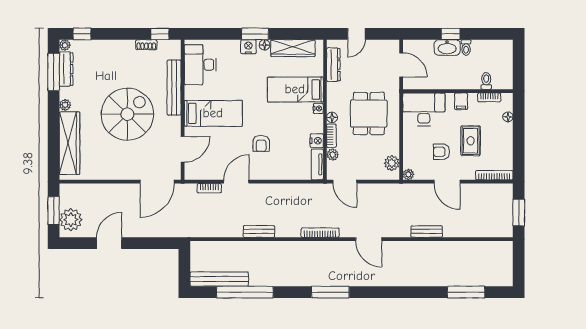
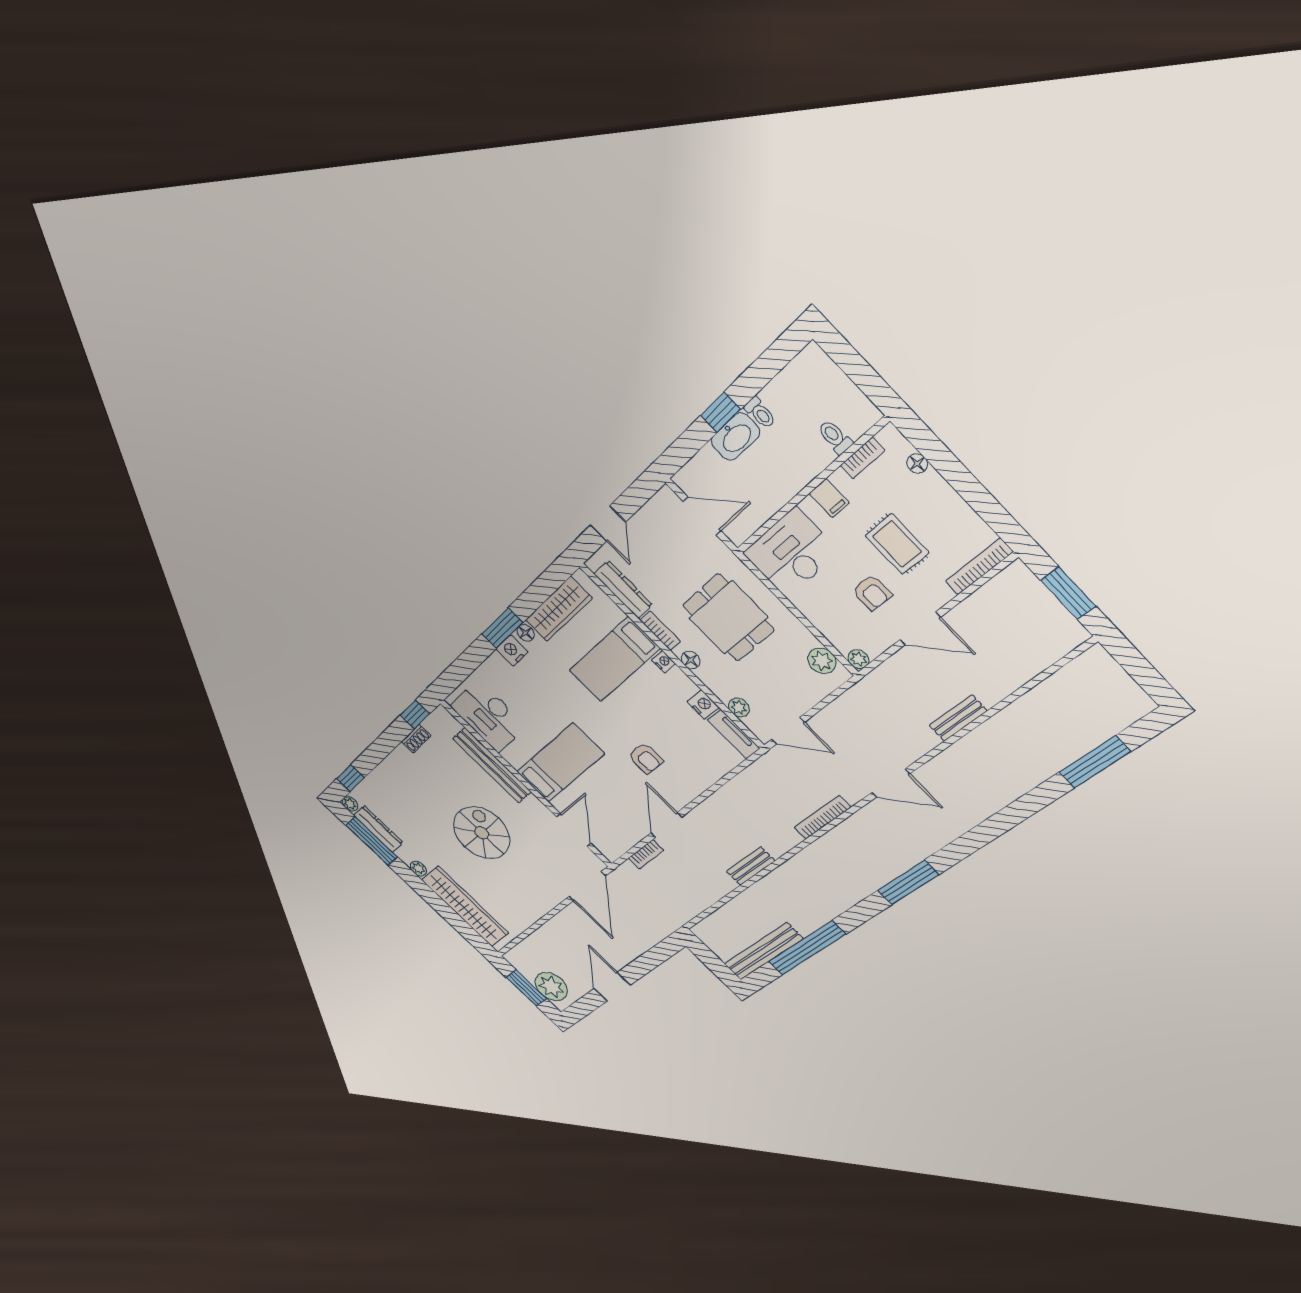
spiral stairs: (127, 114) -> (482, 833), width x0.73, depth x0.73
bookcase: (331, 136) -> (660, 631), moved
armchair: (441, 152) -> (872, 593), turned -90

